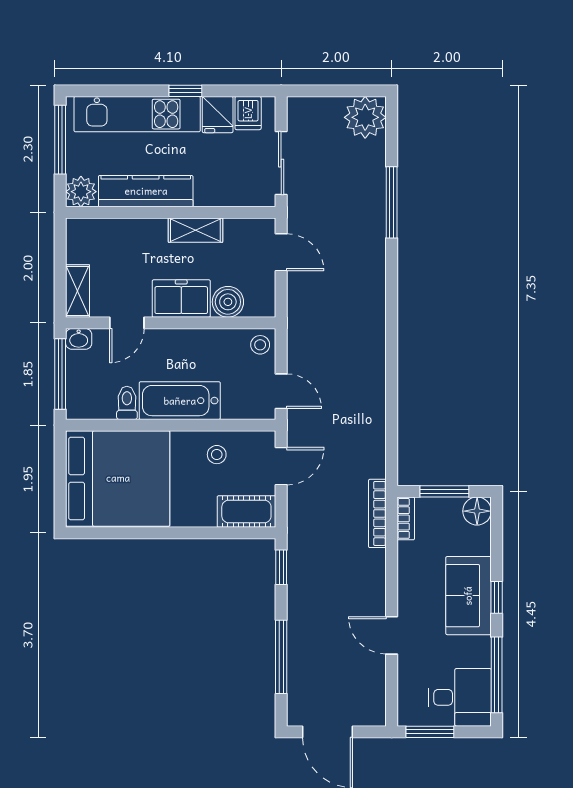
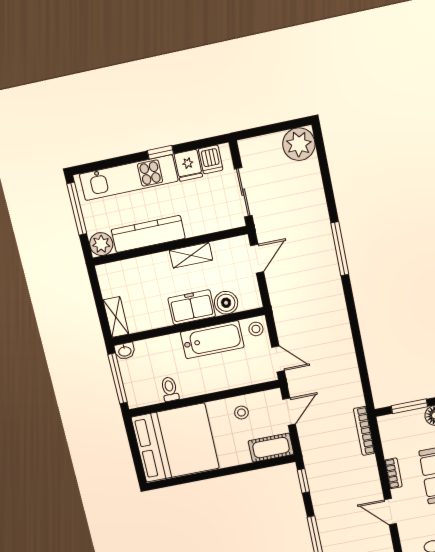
window: (392, 202) -> (340, 249), moved
door: (281, 252) -> (257, 259), hinge flipped
door: (127, 323) -> (156, 333), removed
bathtub: (180, 401) -> (212, 340), moved, turned 180
bookcase: (406, 518) -> (393, 473), moved

